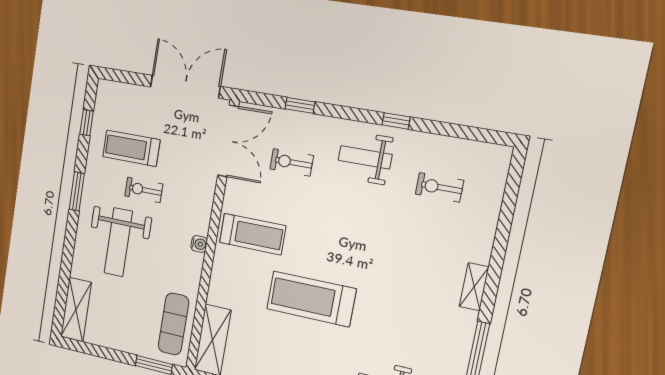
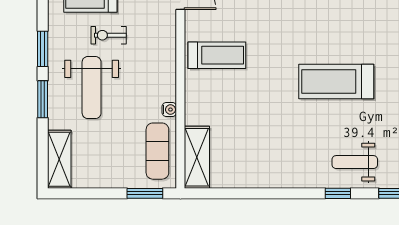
window: (69, 244) -> (43, 99), added
water cooler: (199, 244) -> (169, 110), moved
treadmill: (311, 299) -> (336, 81), moved

